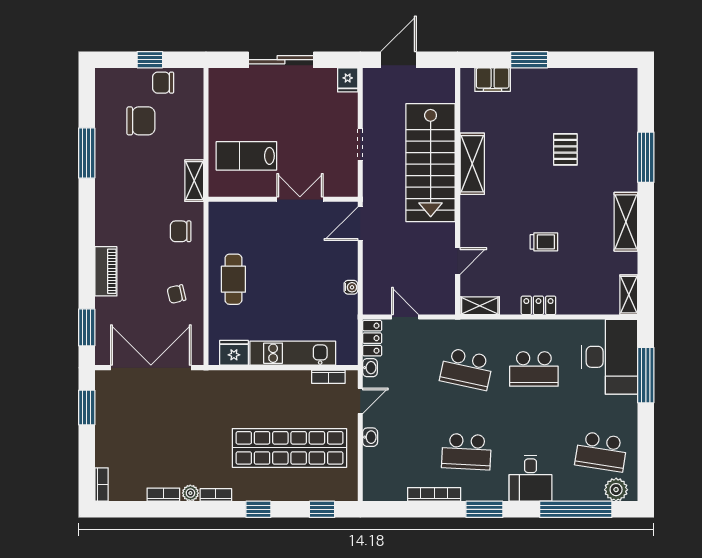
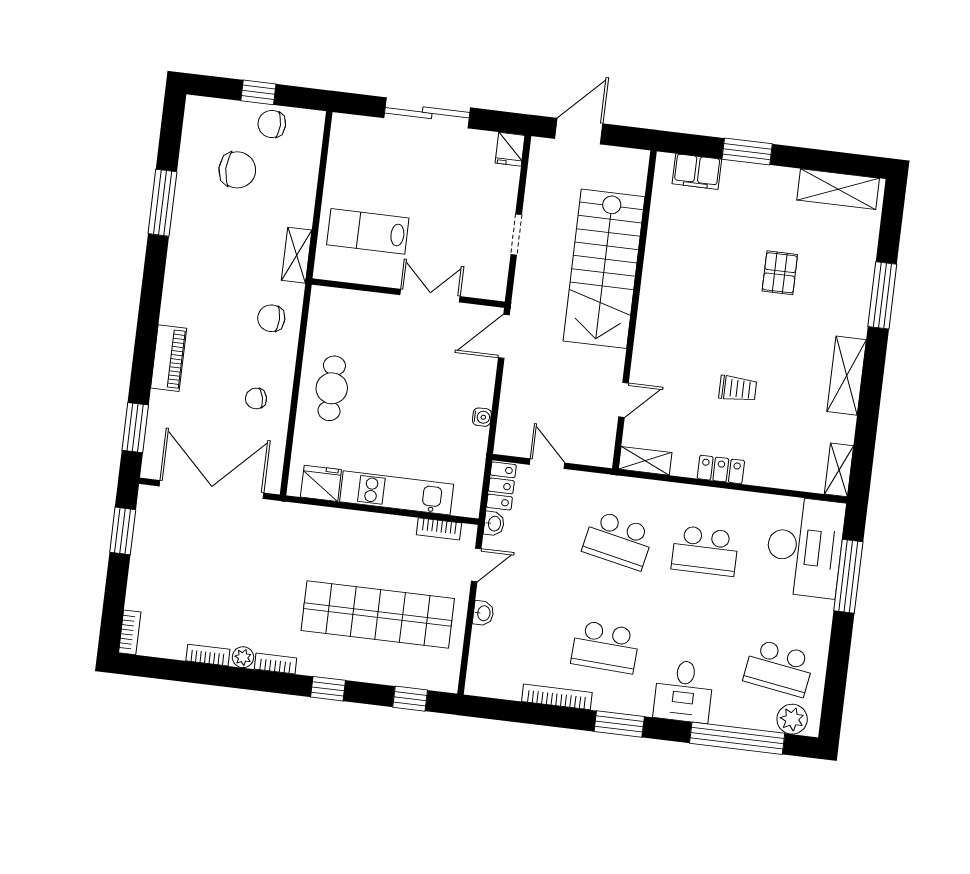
shelving: (472, 164) -> (838, 189), moved, turned 90

